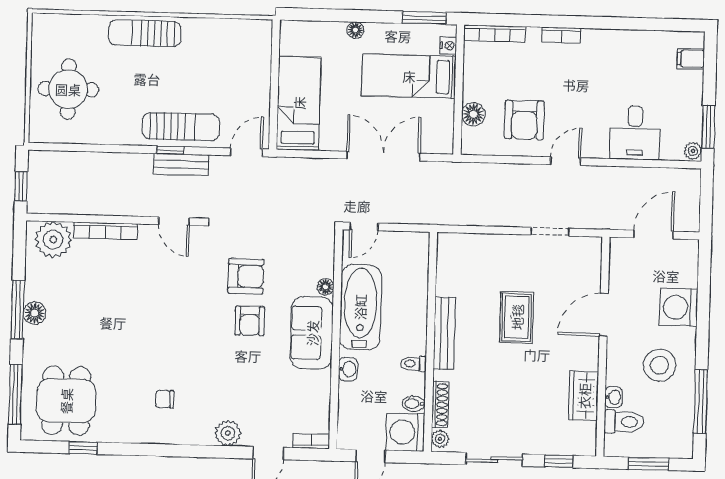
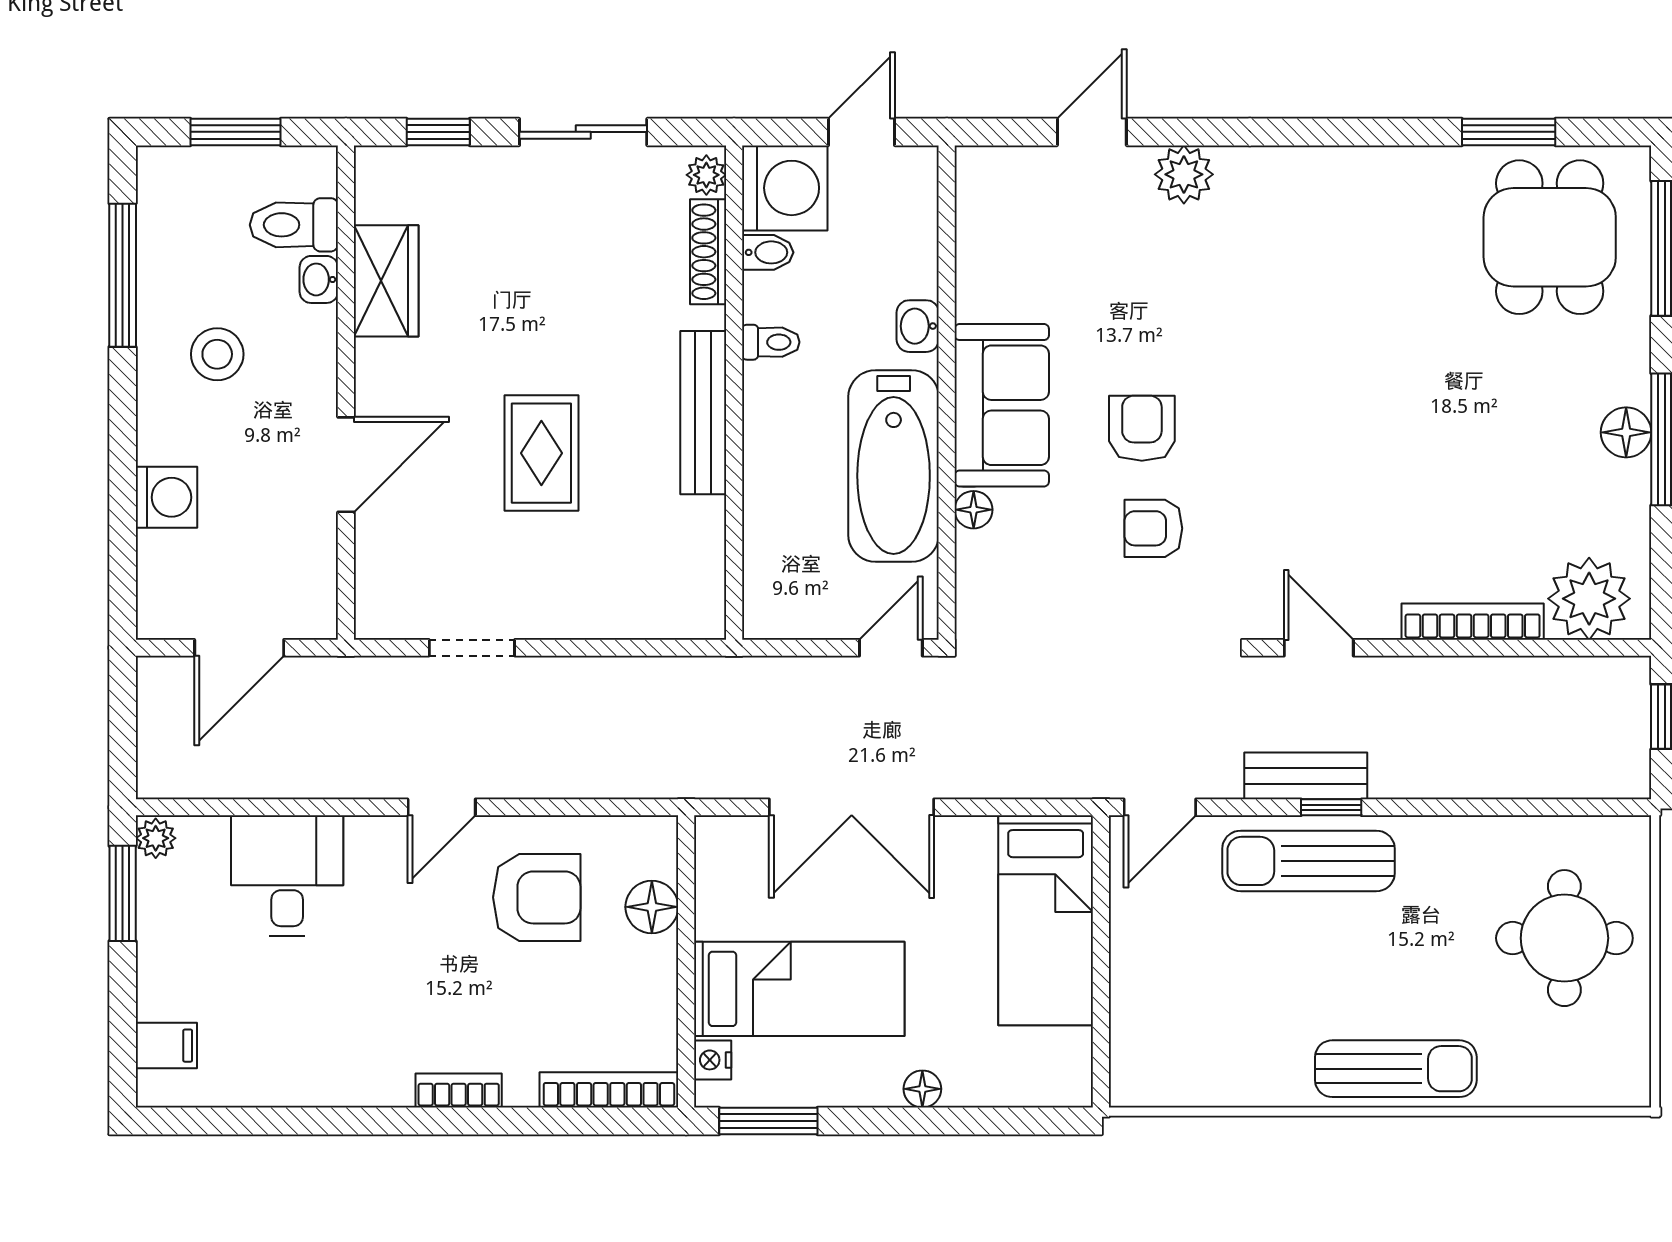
armchair: (524, 120) -> (537, 897), turned 90
armchair: (246, 276) -> (1153, 528), width x0.72, depth x0.72
washing machine: (679, 307) -> (167, 497), width x0.73, depth x0.73
stool: (660, 365) -> (217, 354), width x0.73, depth x0.73
chair: (165, 399) -> (1328, 247), removed
bookcase: (311, 441) -> (996, 162), removed
window: (83, 448) -> (1509, 132), width x1.50

